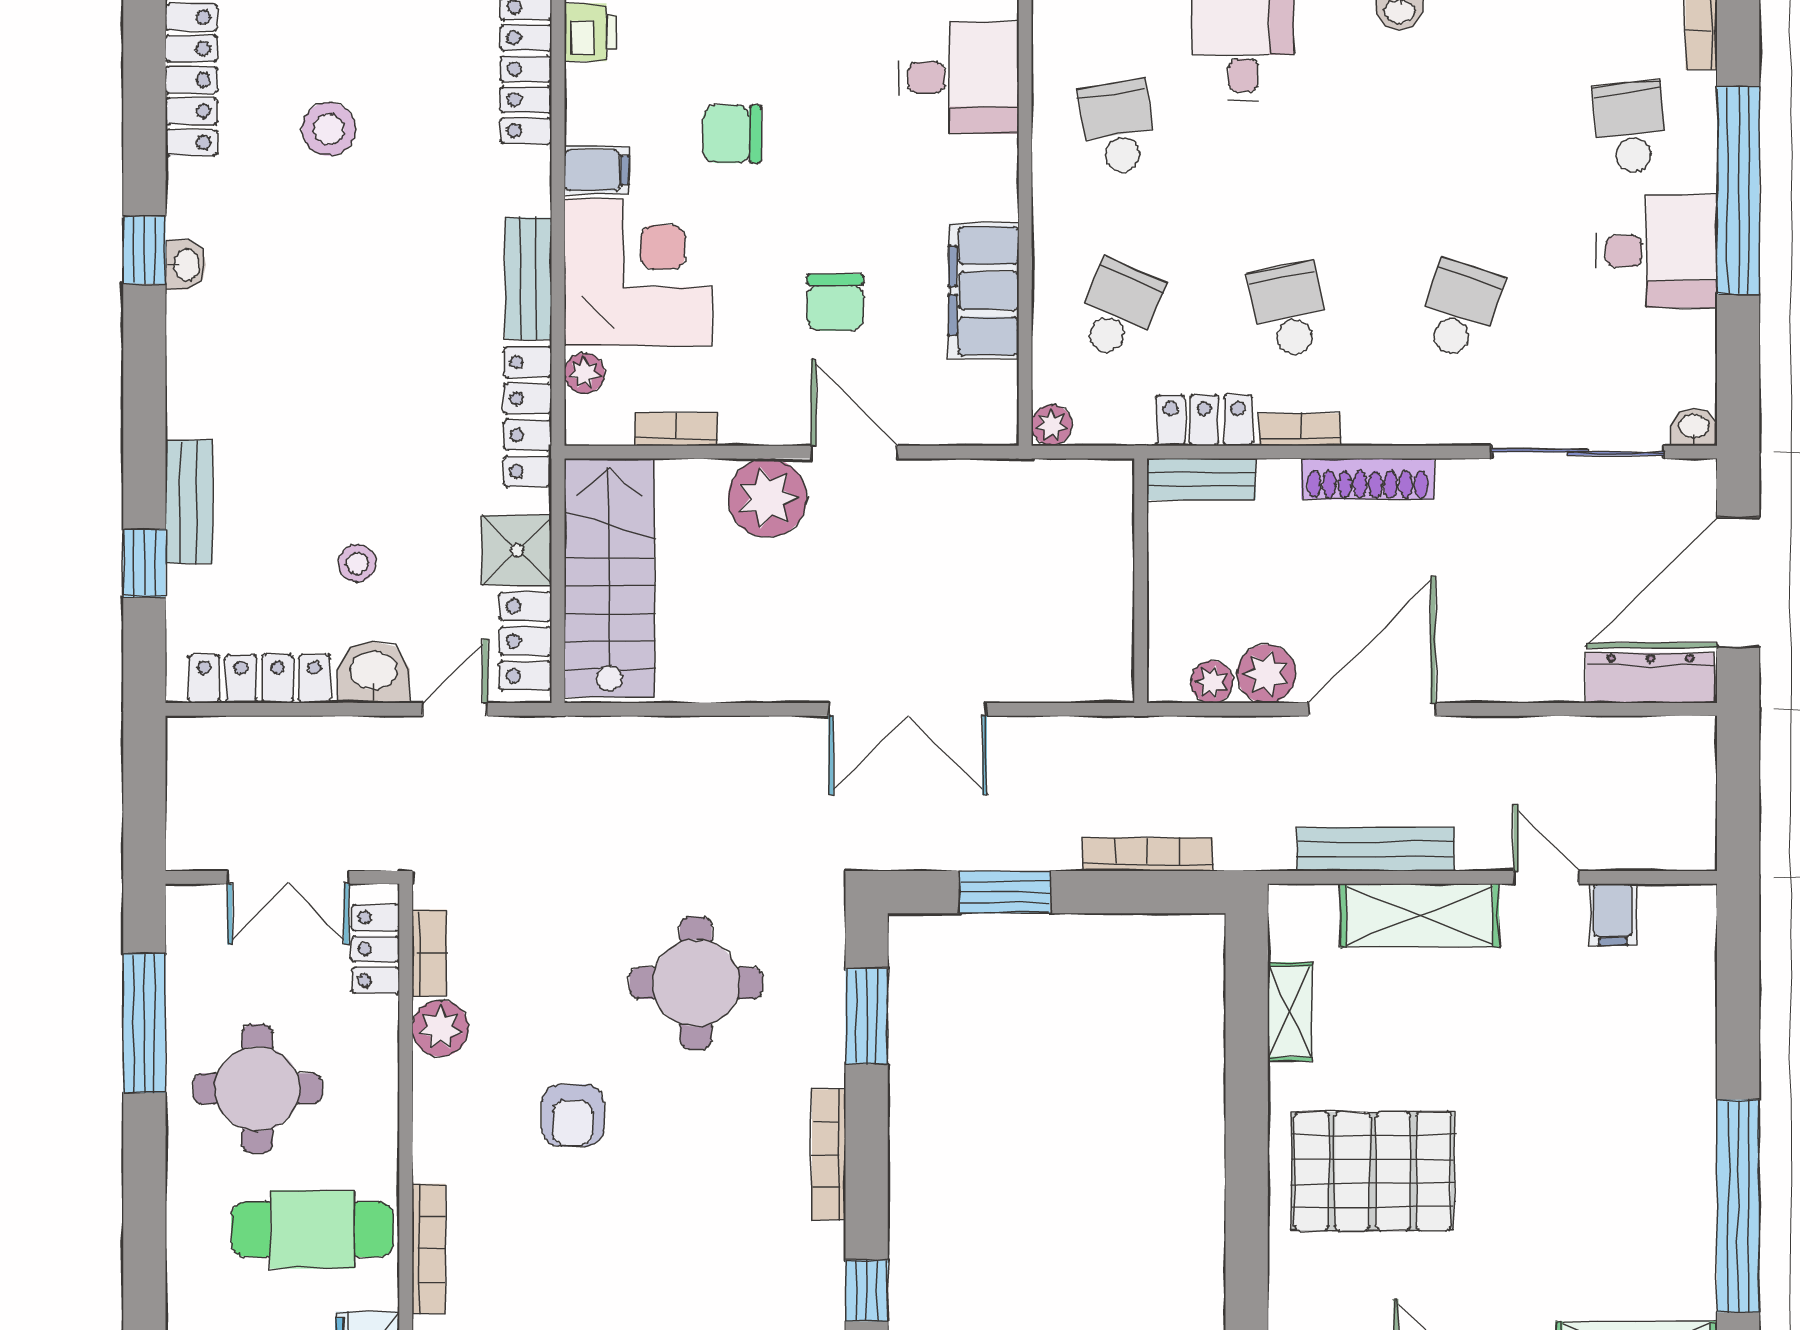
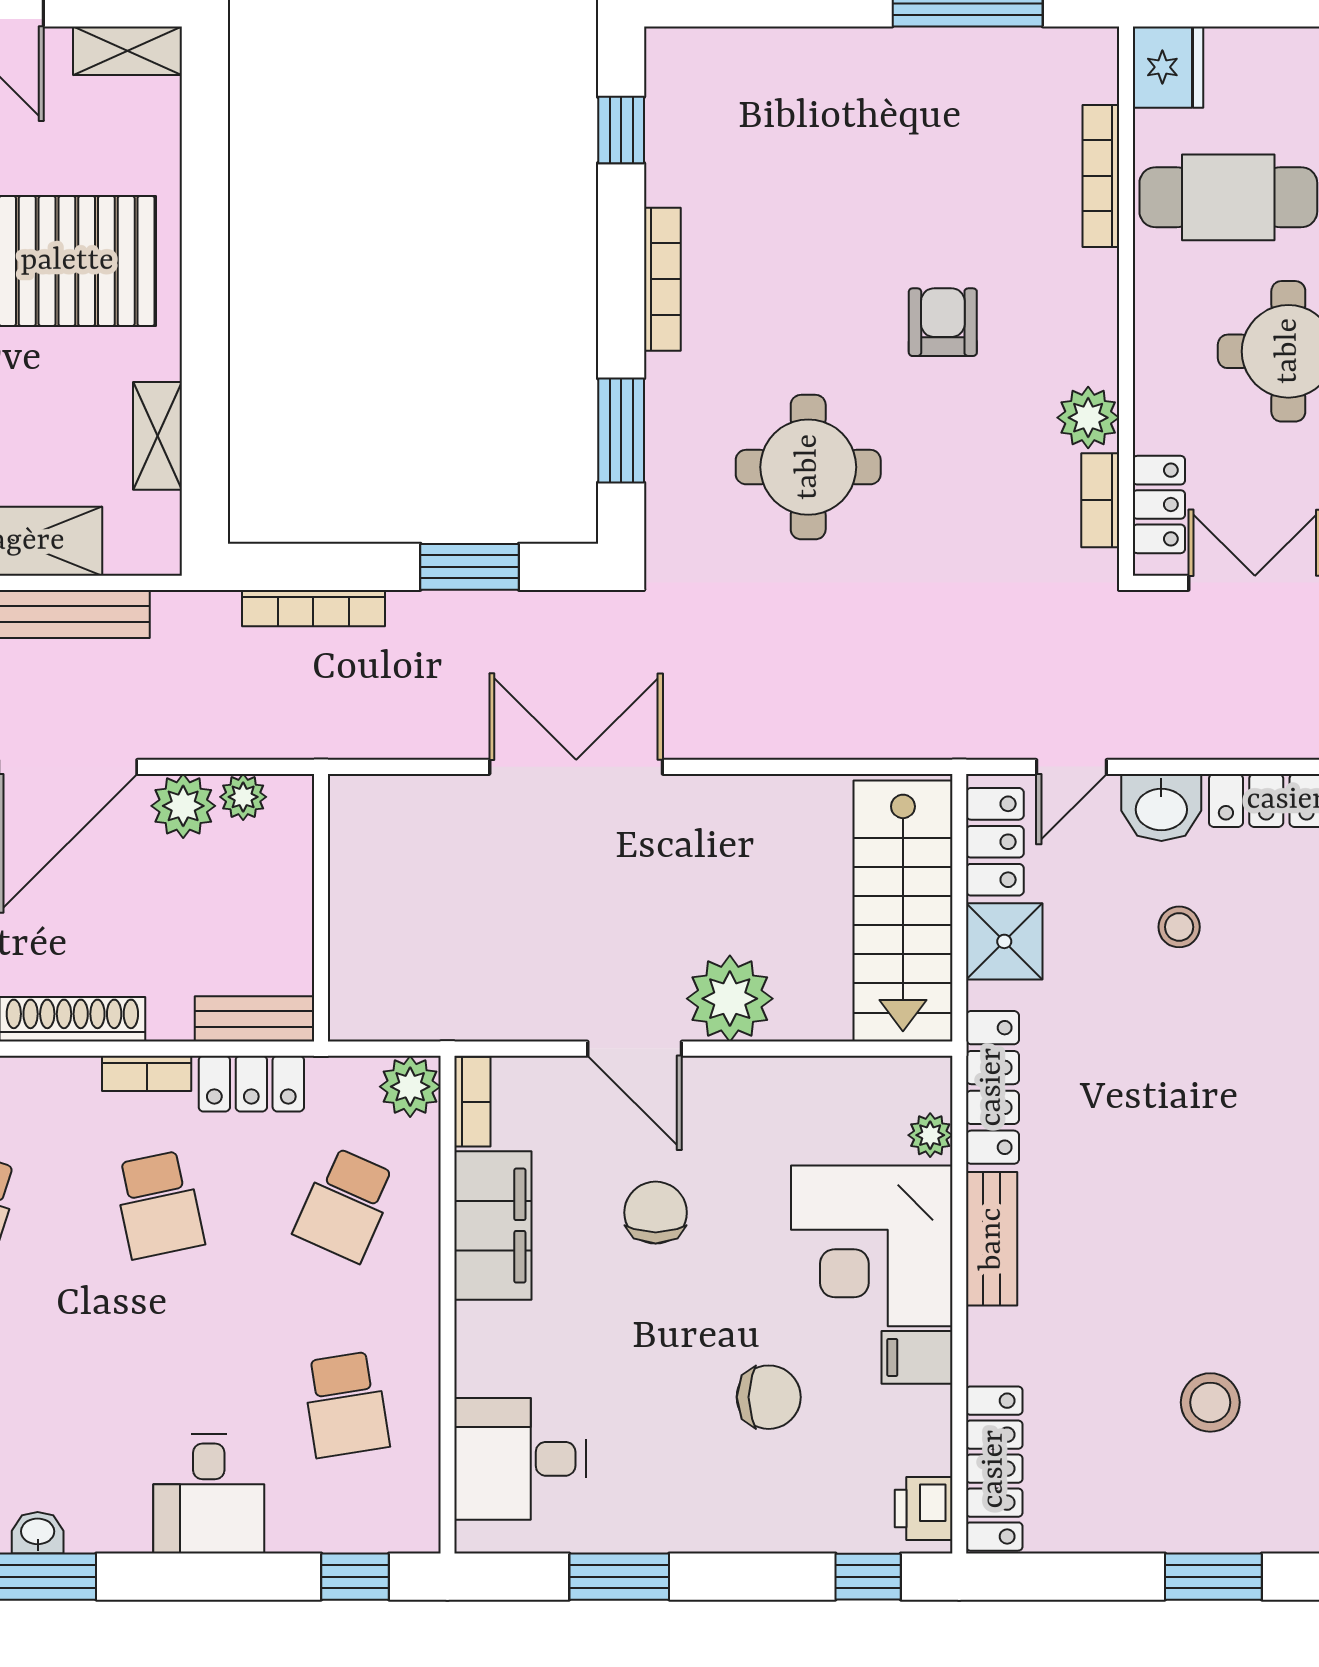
plant: (1052, 425) -> (410, 1087), width x1.38, depth x1.38
bookcase: (676, 429) -> (472, 1102), moved, turned -90

